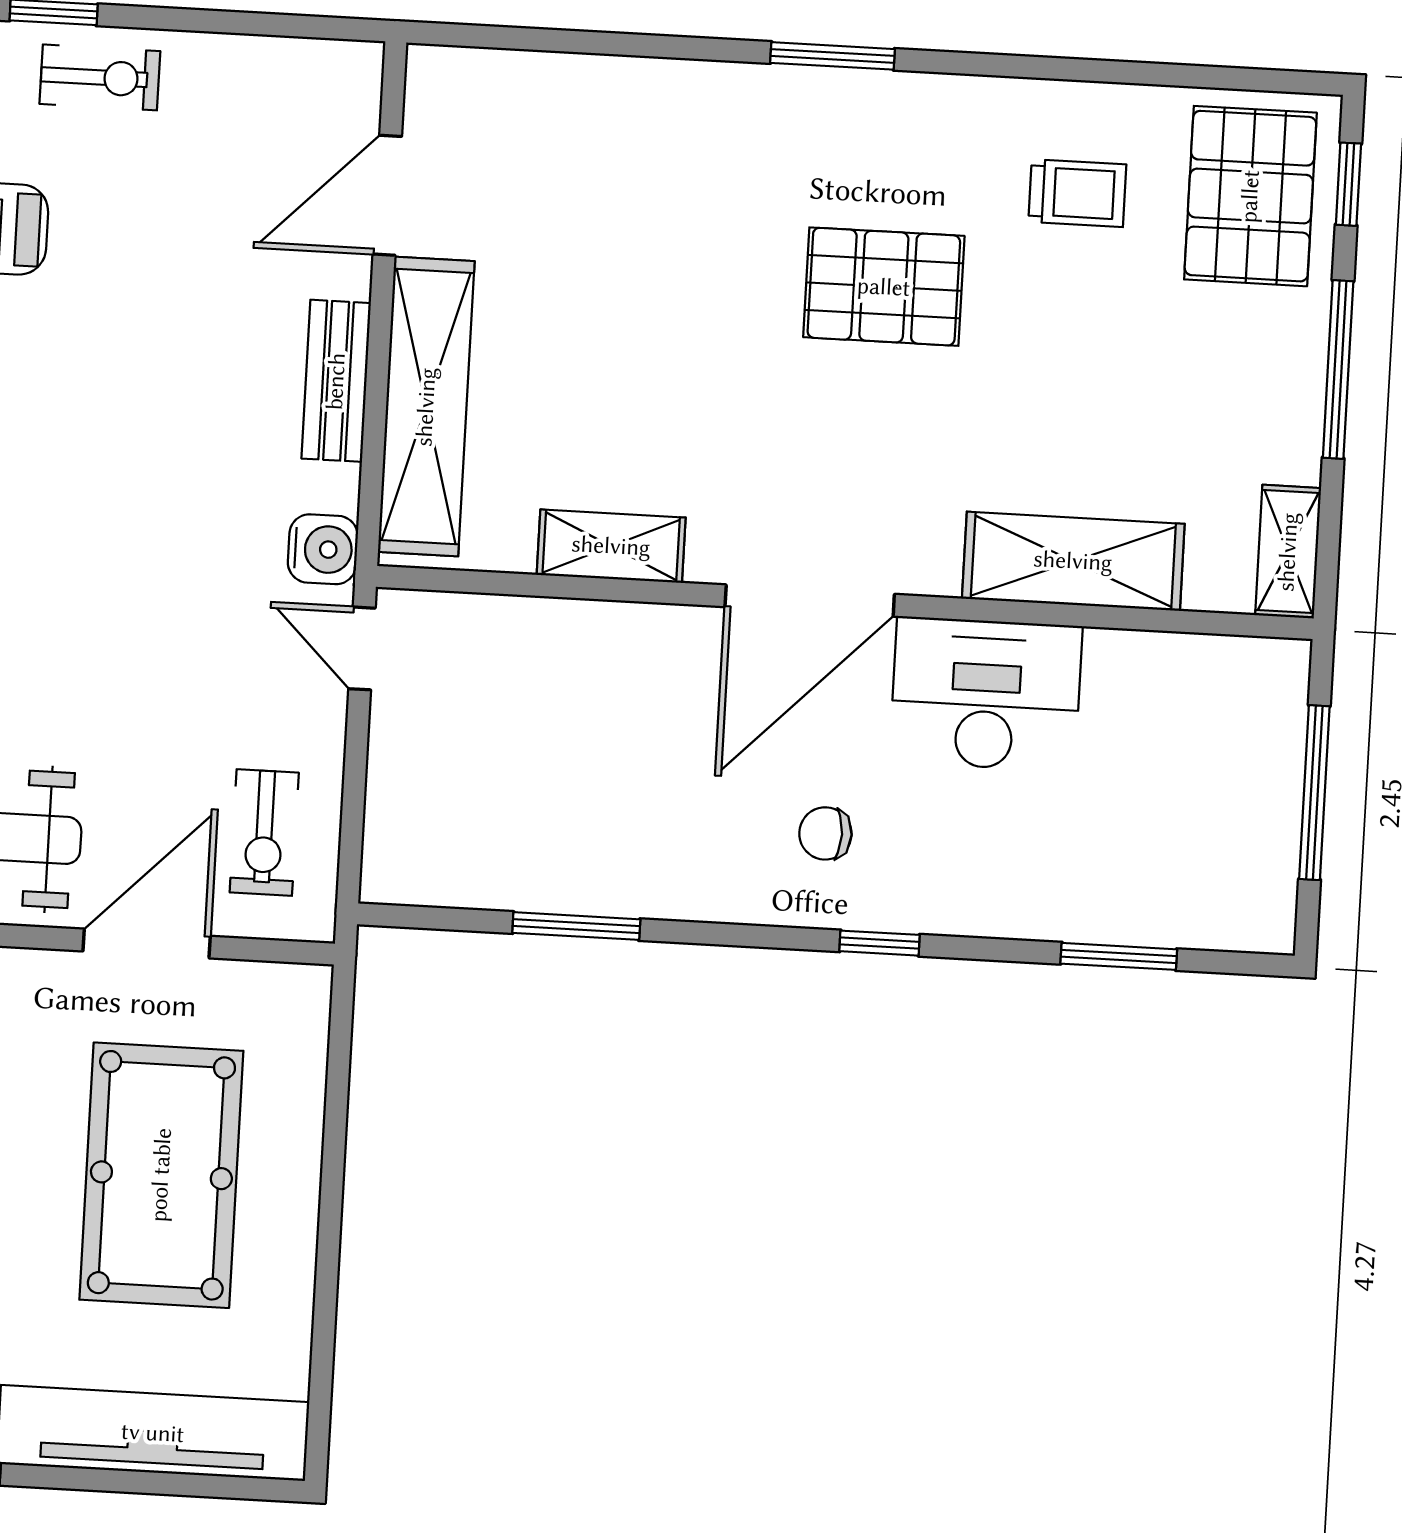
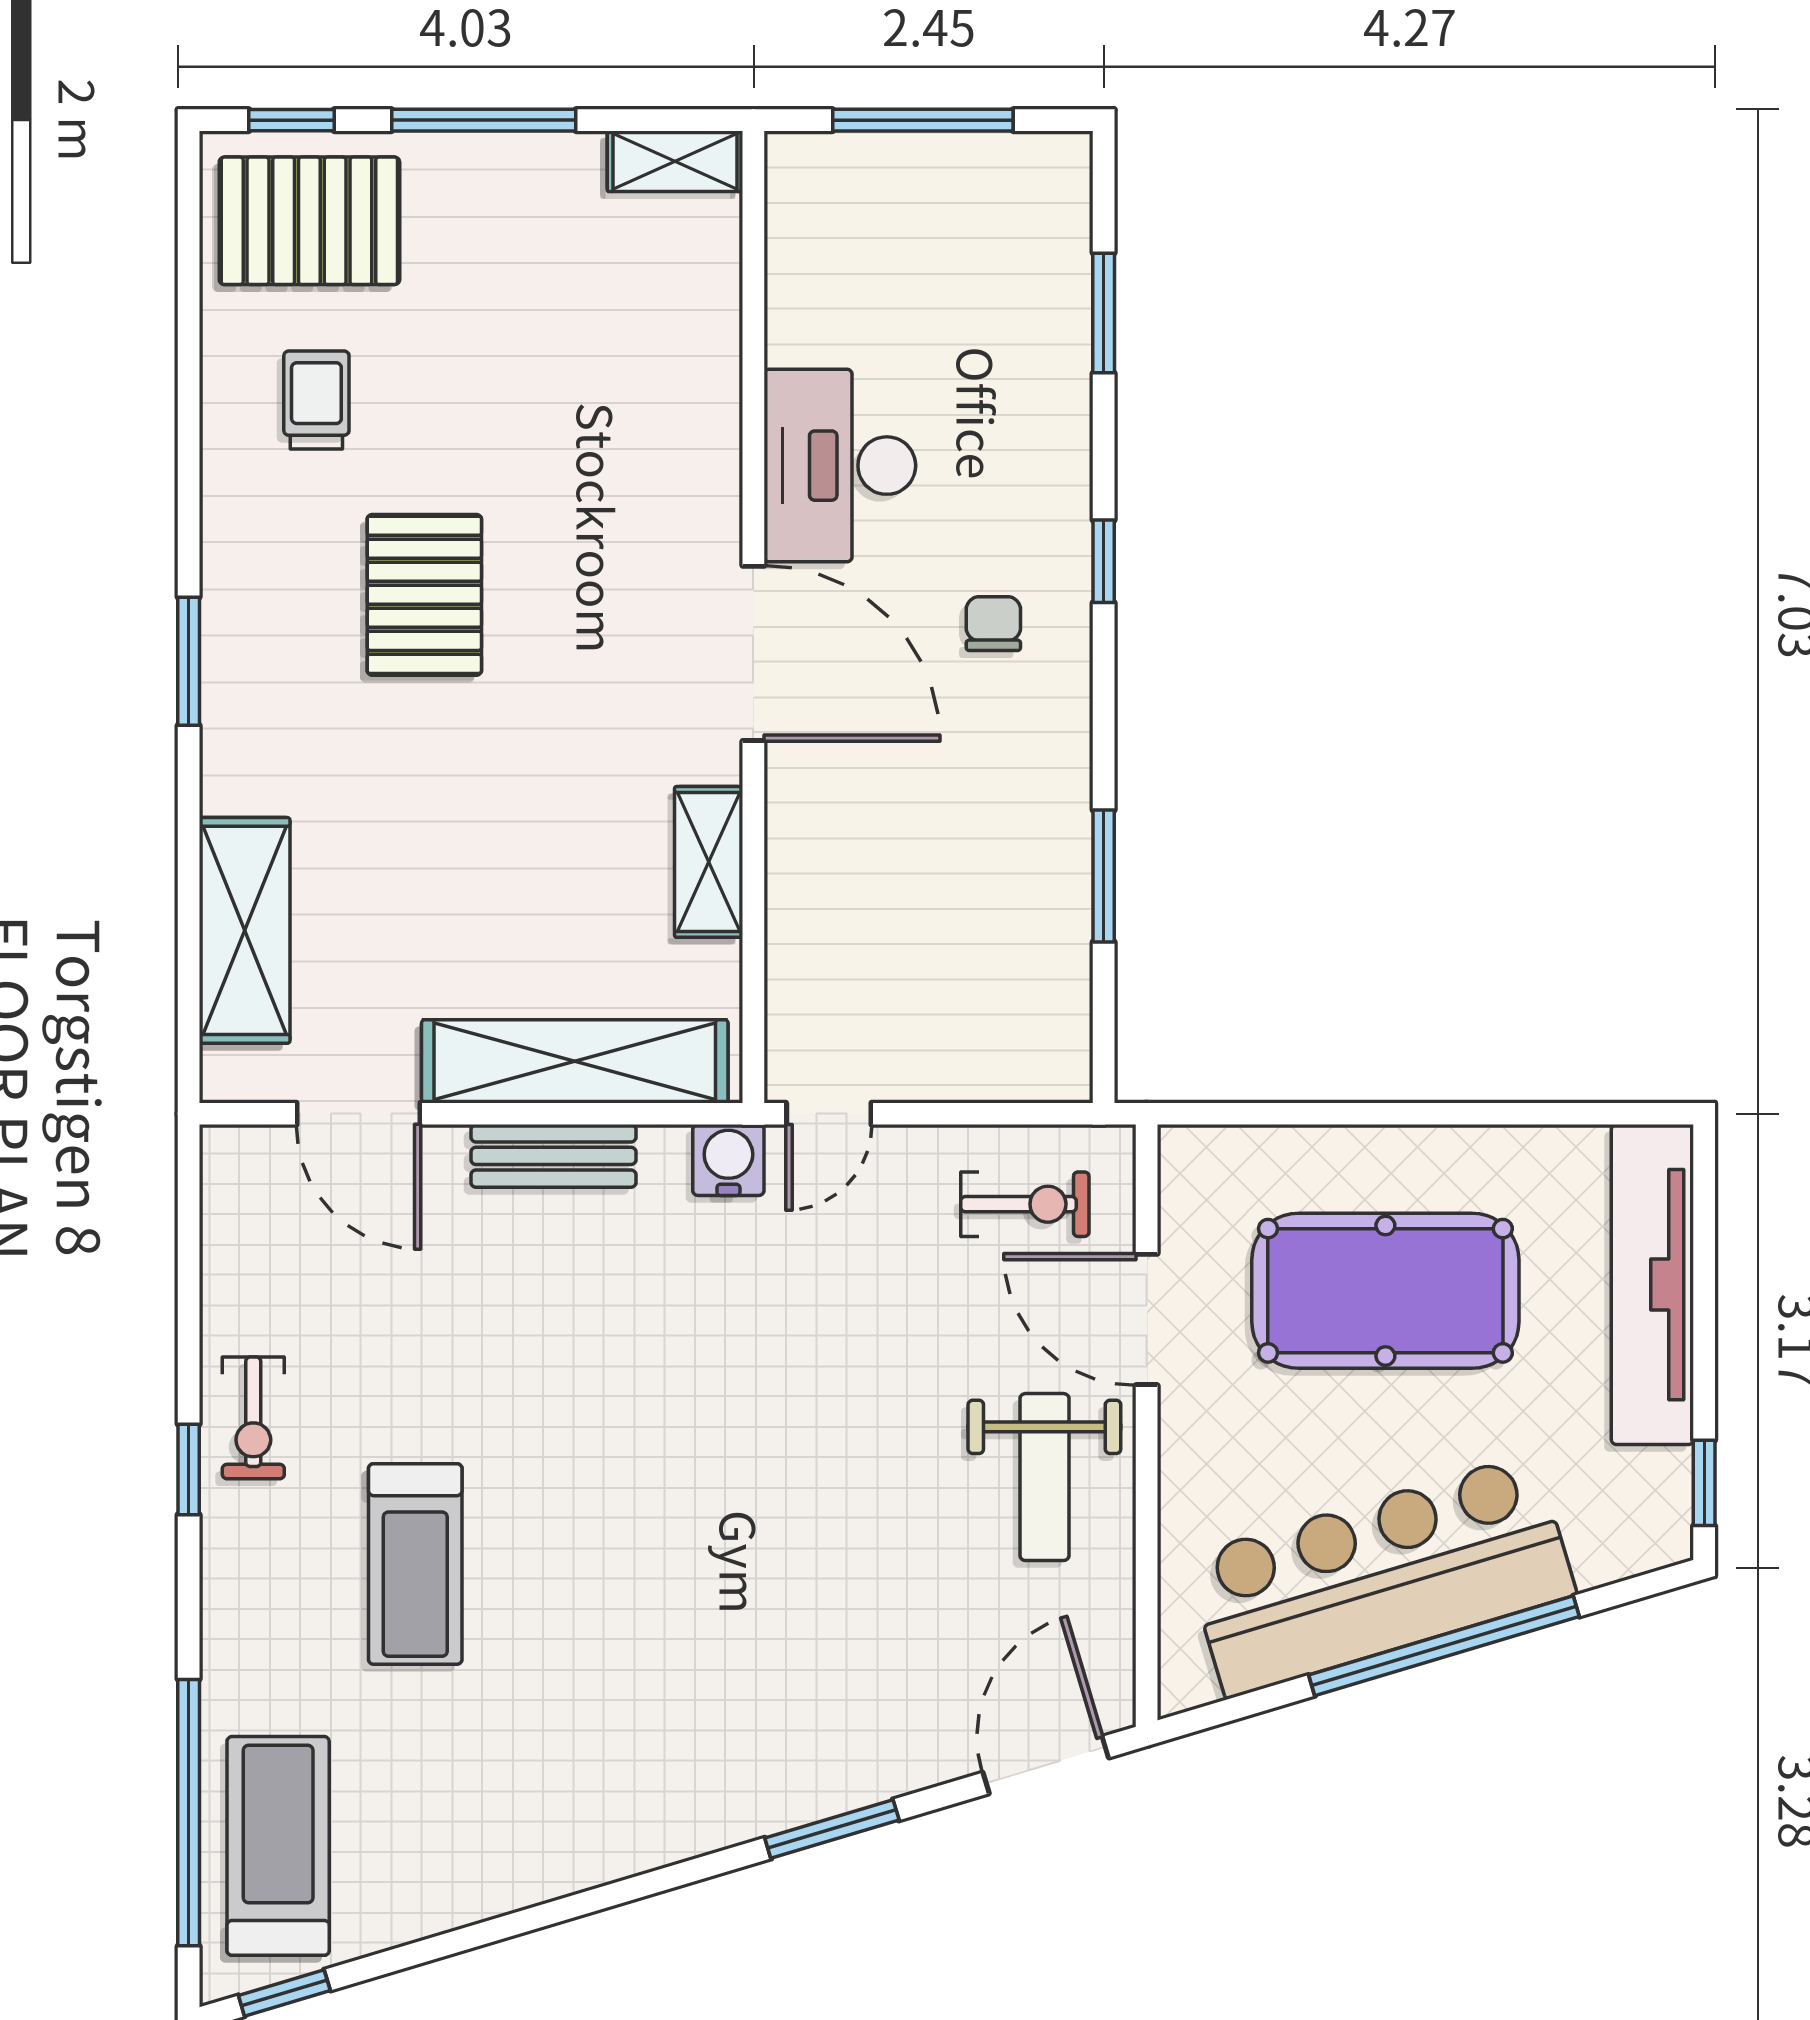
exercise bike: (100, 77) -> (253, 1418), turned 180
shelving: (1073, 561) -> (245, 930), moved
chair: (825, 833) -> (993, 624), turned 180

